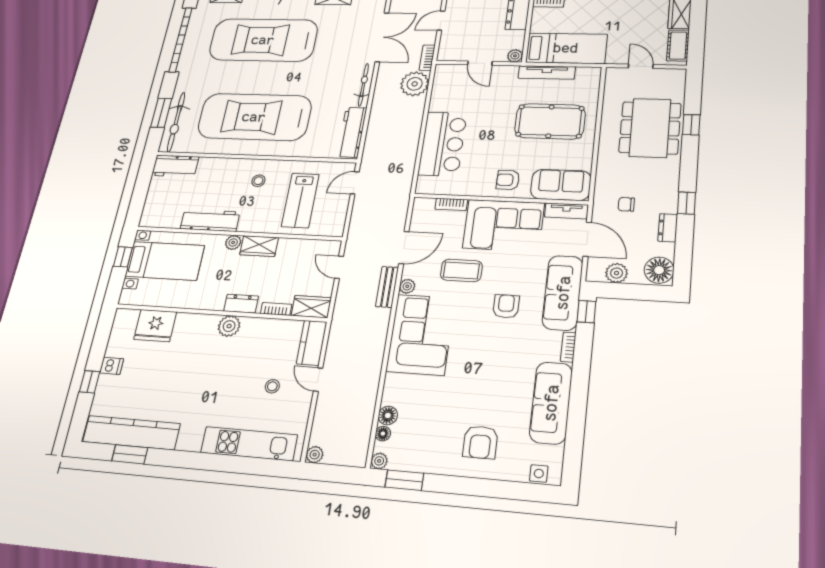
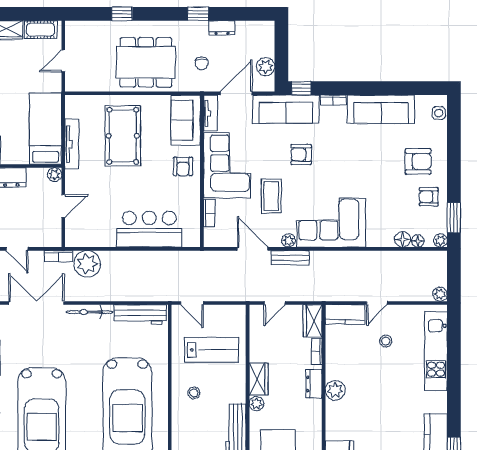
dining table: (650, 128) -> (146, 62), moved
floor lamp: (659, 270) -> (261, 32), removed
armchair: (435, 452) -> (429, 197), added

